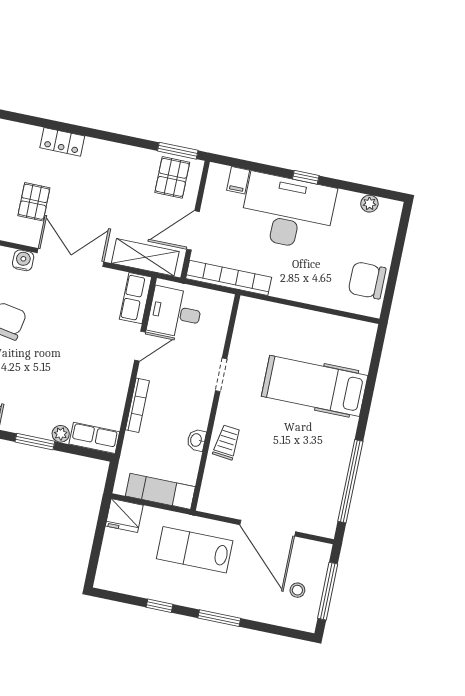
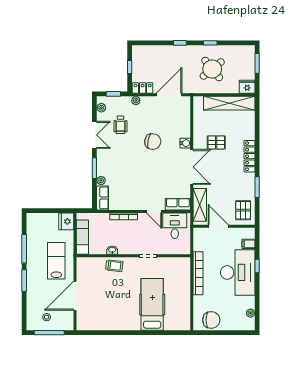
locker: (62, 142) -> (250, 156), width x1.53
window: (178, 151) -> (257, 187), moved
pallet: (172, 177) -> (243, 210), turned 90
window: (306, 177) -> (257, 266), moved
bookcase: (229, 278) -> (198, 273), moved
chair: (367, 280) -> (211, 320), turned 90
window: (350, 481) -> (107, 333), removed
window: (159, 606) -> (24, 249), width x2.17

